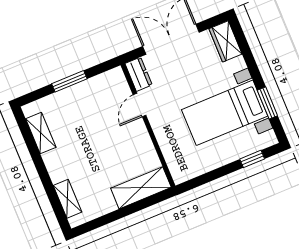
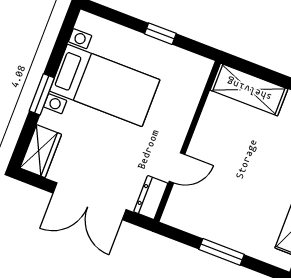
window: (267, 103) -> (42, 94), moved
window: (252, 159) -> (160, 34), moved

